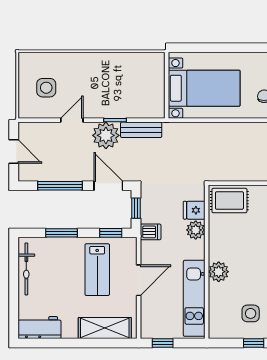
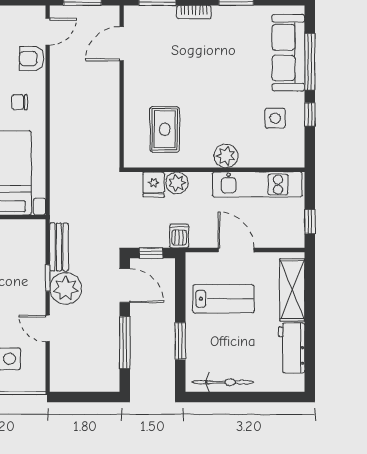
door: (14, 151) -> (84, 397), removed
door: (108, 186) -> (125, 286), swing flipped
rug: (229, 201) -> (165, 129), moved
window: (111, 233) -> (180, 283), removed
workbench: (39, 328) -> (292, 348), moved

